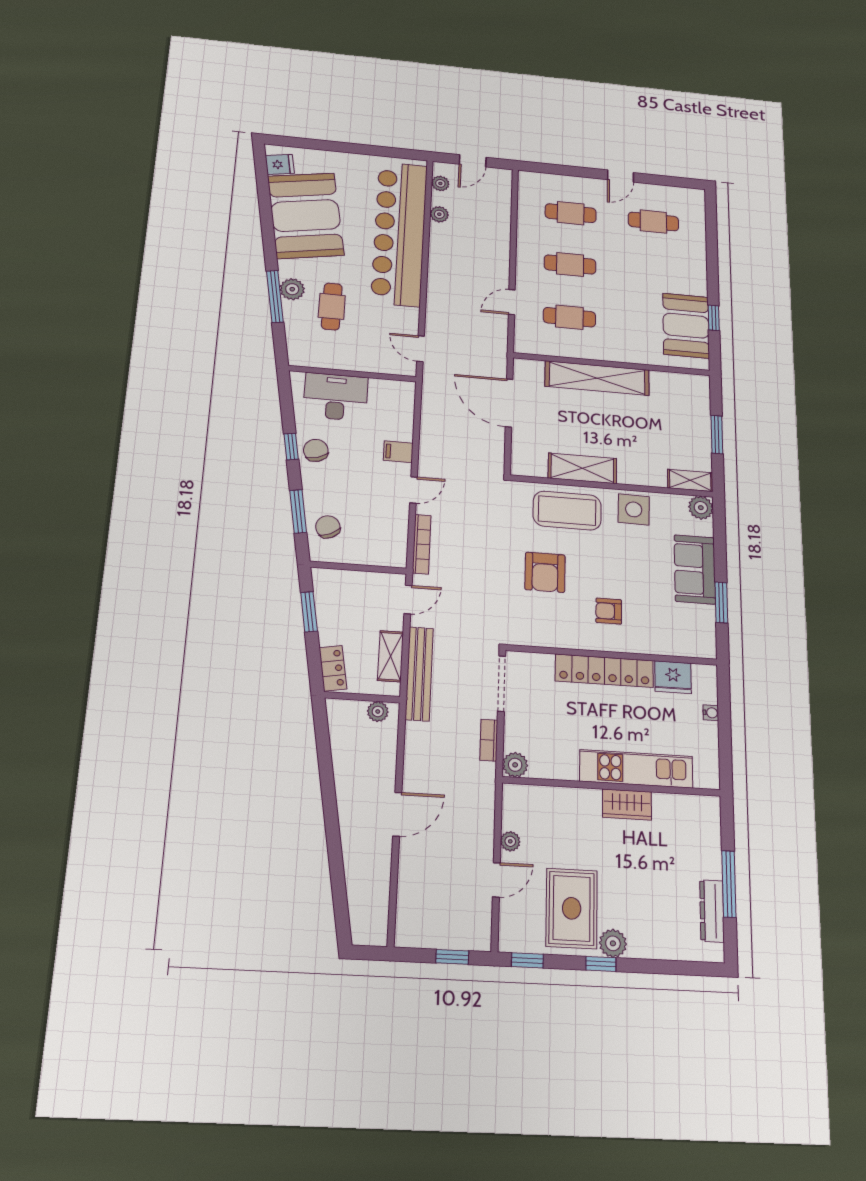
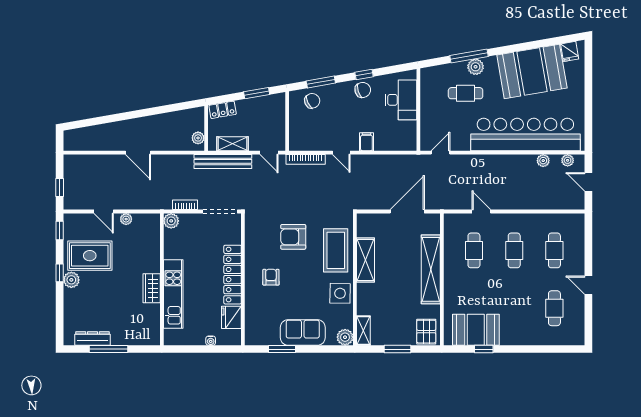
pallet: (690, 393) -> (426, 332), added

